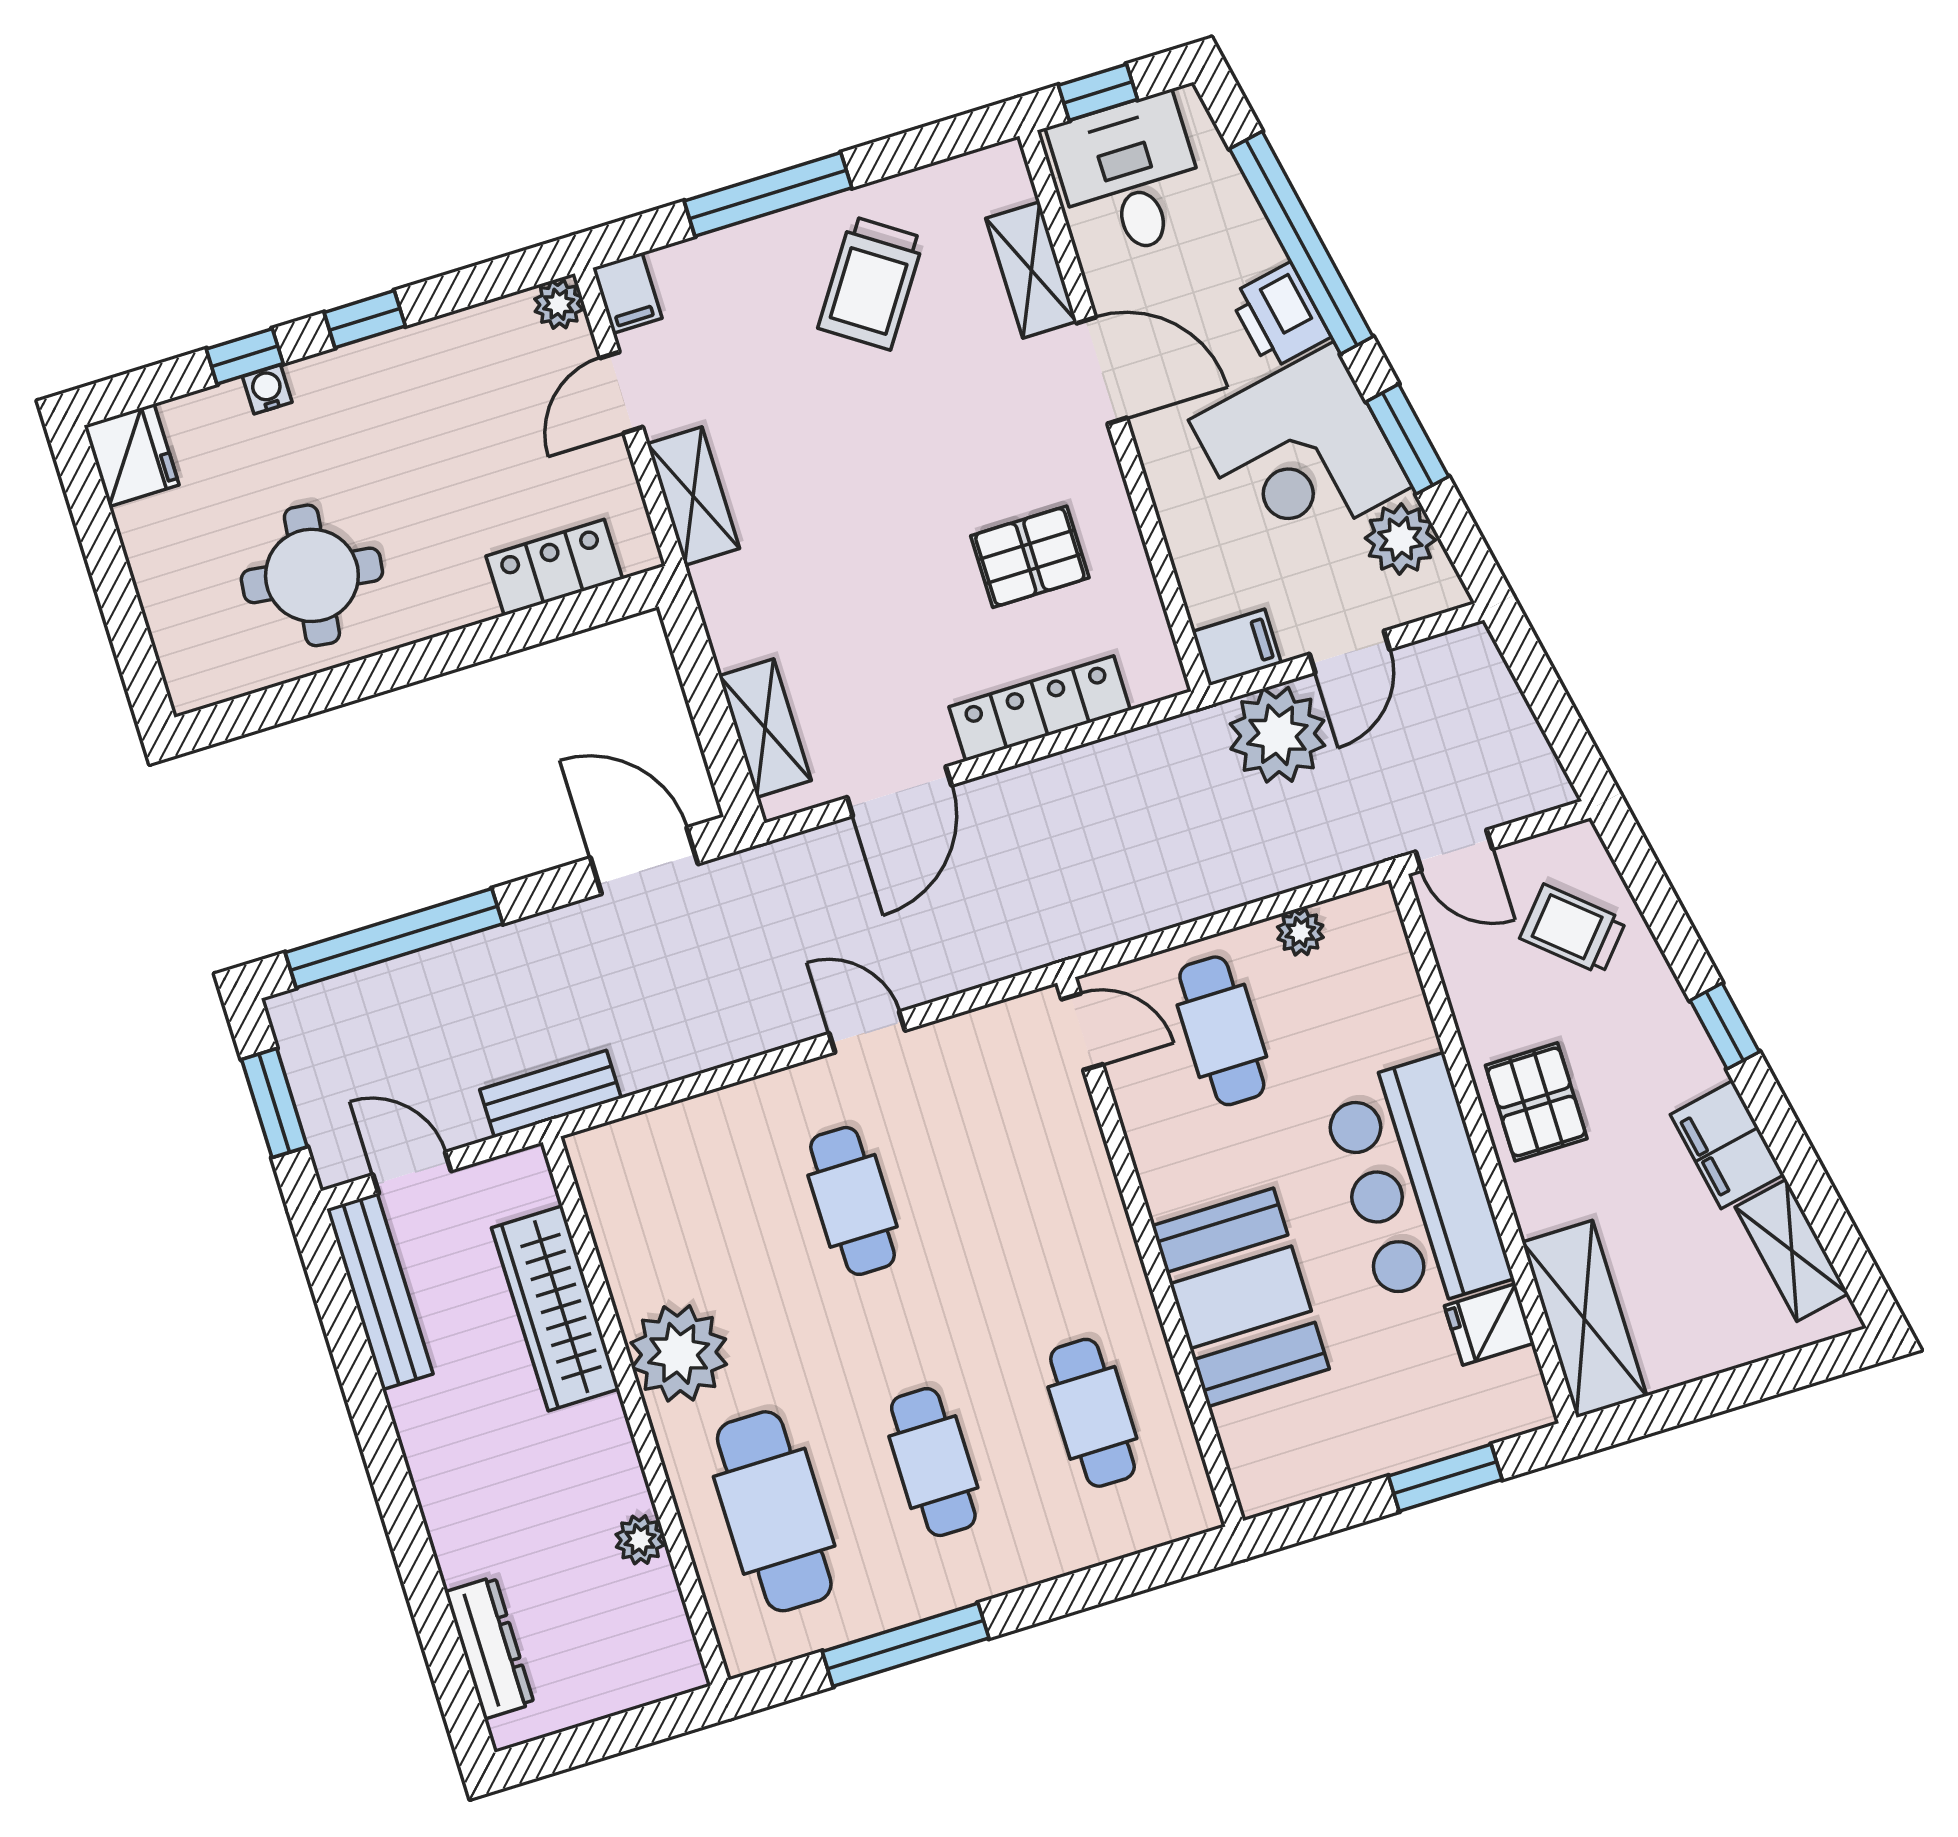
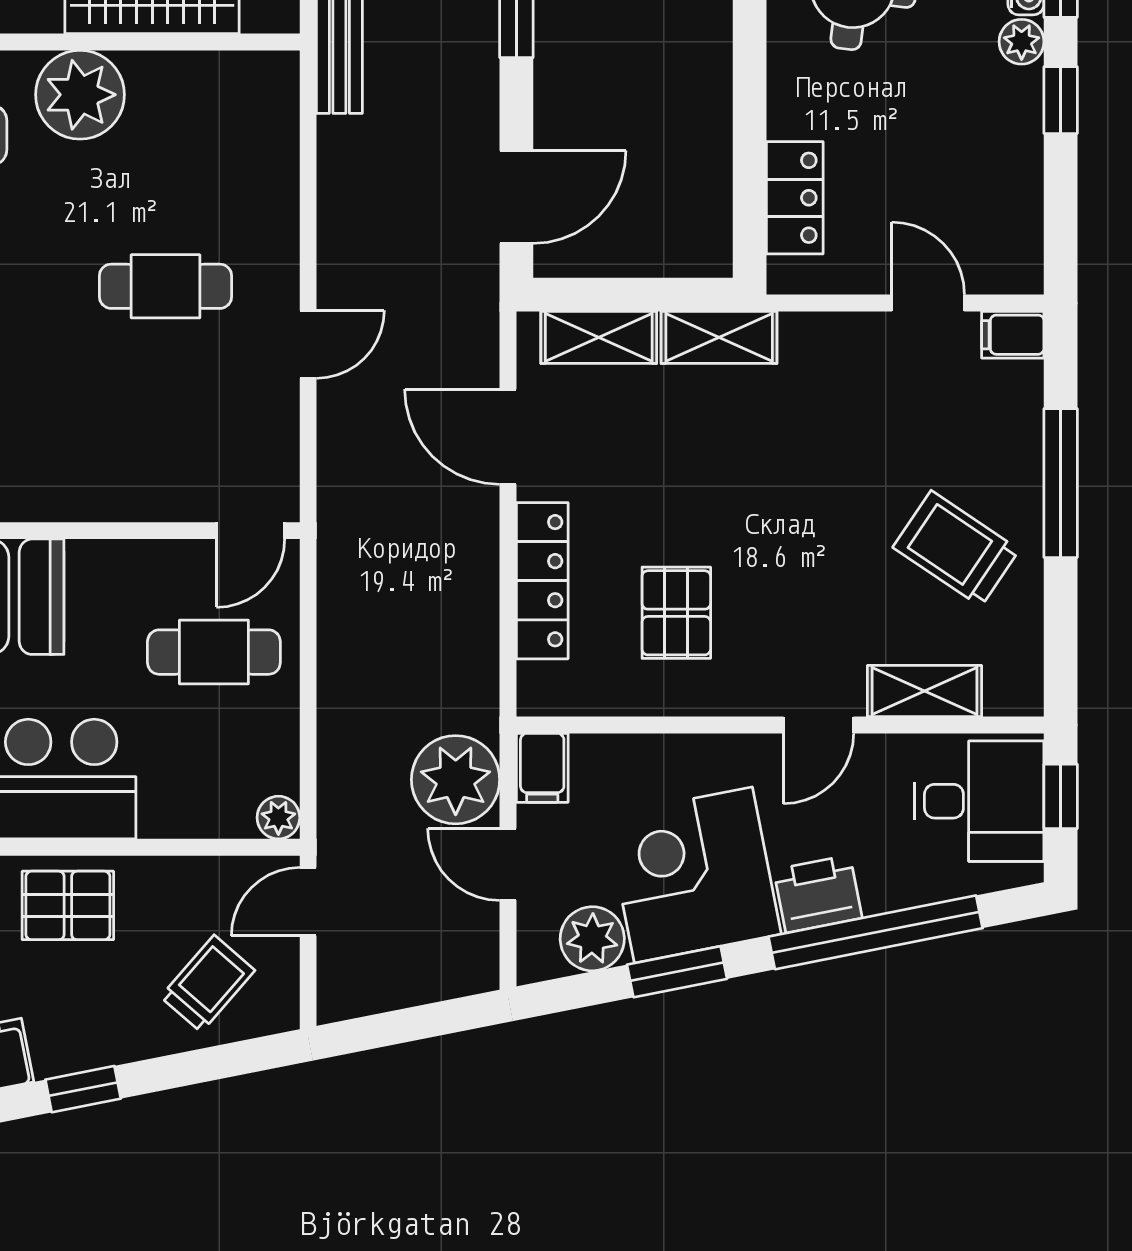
plant: (559, 304) -> (1022, 42), moved
door: (1102, 370) -> (819, 725), width x0.73
shelving: (693, 496) -> (719, 337), moved
plant: (1300, 932) -> (278, 818), moved

